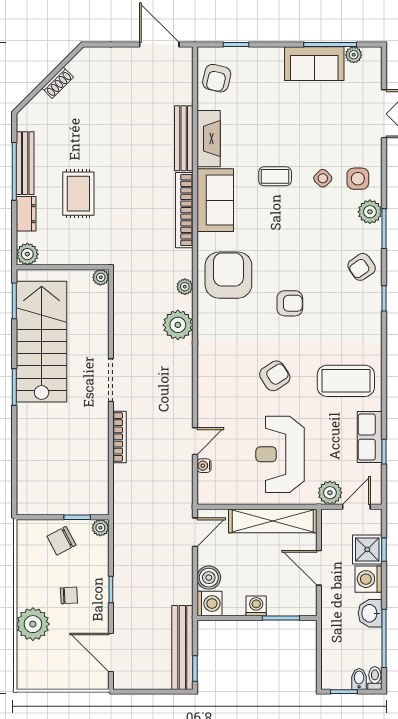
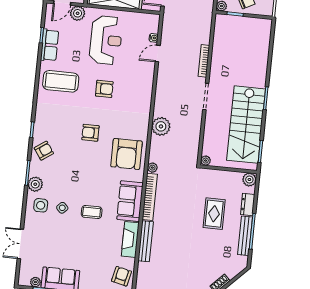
plant: (185, 287) -> (152, 168), moved
armchair: (275, 376) -> (104, 89), turned -147

